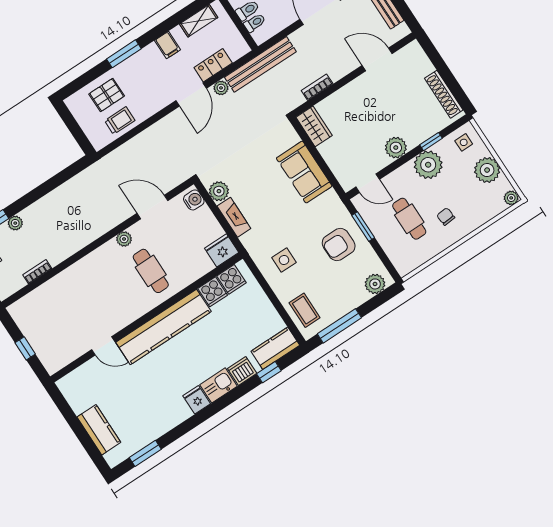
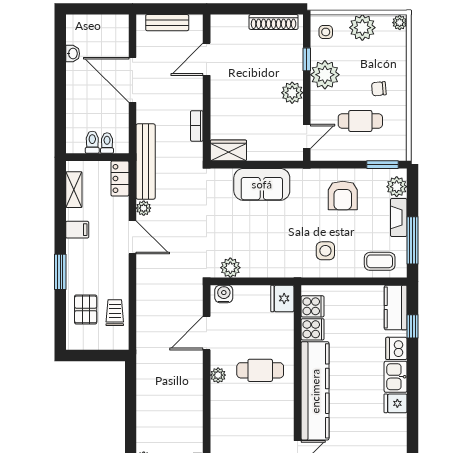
locker: (213, 65) -> (120, 179), moved
fireplace: (234, 217) -> (399, 217), moved, turned -90
window: (363, 226) -> (382, 165), moved

